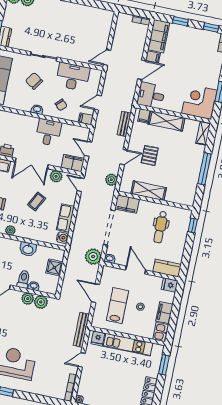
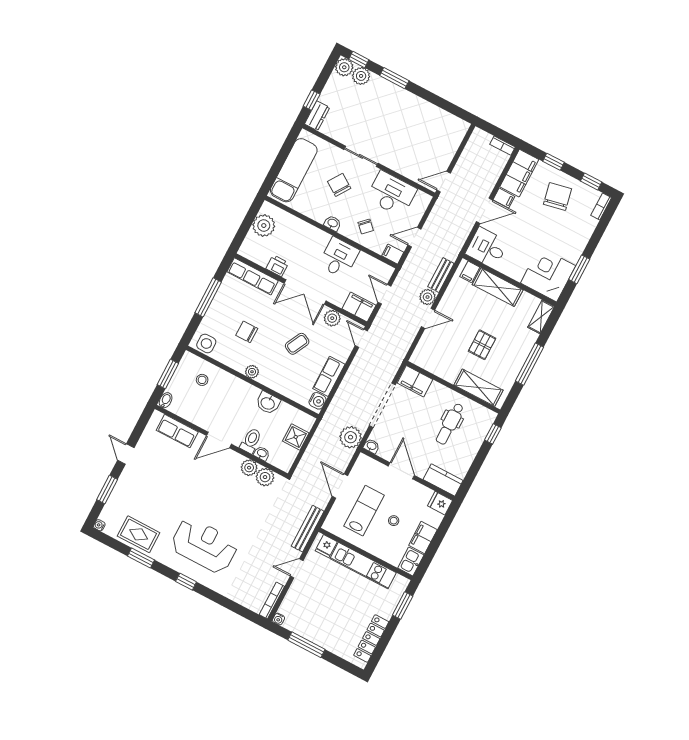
chair: (190, 45) -> (557, 196), added
pallet: (150, 155) -> (482, 345), moved
plant: (111, 180) -> (428, 297), moved
shelving: (149, 191) -> (478, 388), moved

